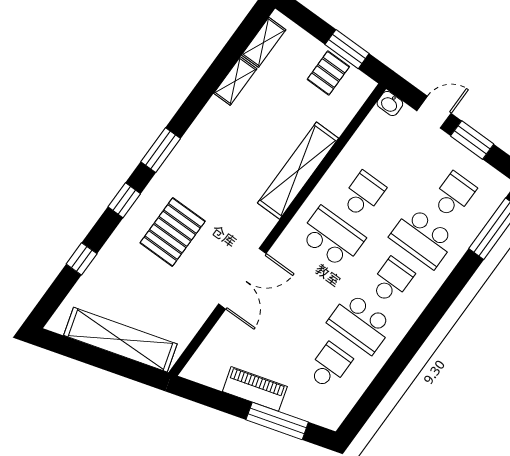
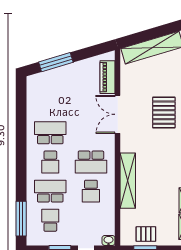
pallet: (328, 73) -> (146, 234), turned 90
school desk: (454, 195) -> (50, 220), turned 180
school desk: (330, 366) -> (50, 104), removed
piano: (255, 389) -> (108, 77), moved, turned 107

